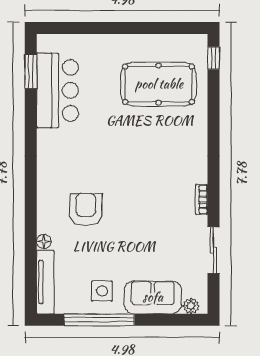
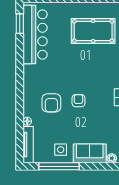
bar counter: (57, 90) -> (35, 35), width x1.36
armchair: (133, 206) -> (78, 101), added
armchair: (86, 209) -> (51, 103), turned 180

